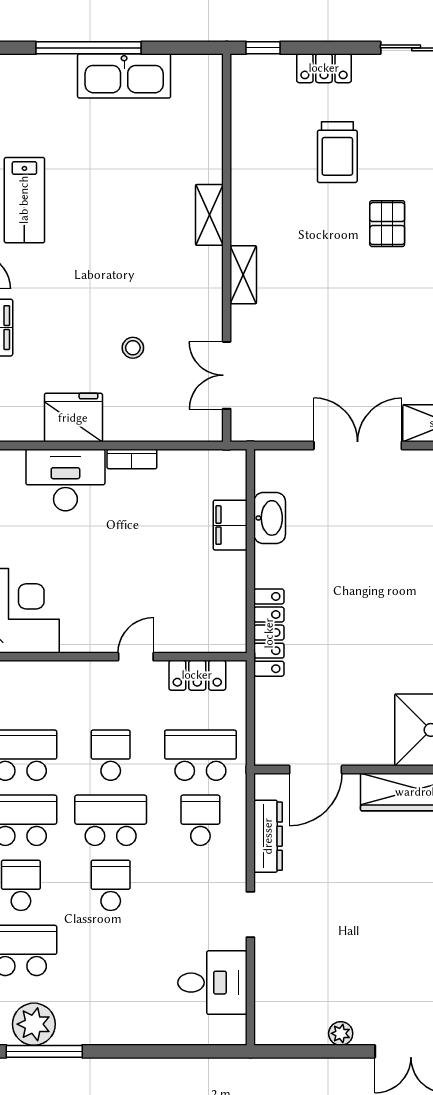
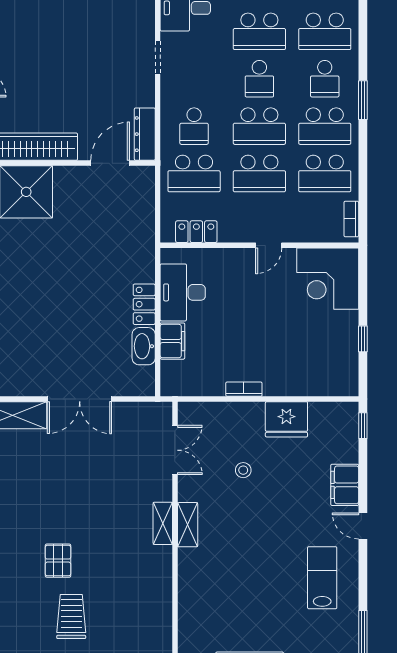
trolley: (337, 152) -> (71, 617), moved
shelving: (209, 215) -> (188, 525), moved
desk: (65, 480) -> (183, 292), moved, turned 90
locker: (269, 633) -> (144, 304), moved, width x0.66
door: (136, 657) -> (269, 245), moved
school desk: (111, 755) -> (259, 173), width x1.85
dresser: (268, 836) -> (145, 134), moved
school desk: (111, 950) -> (259, 31), added

